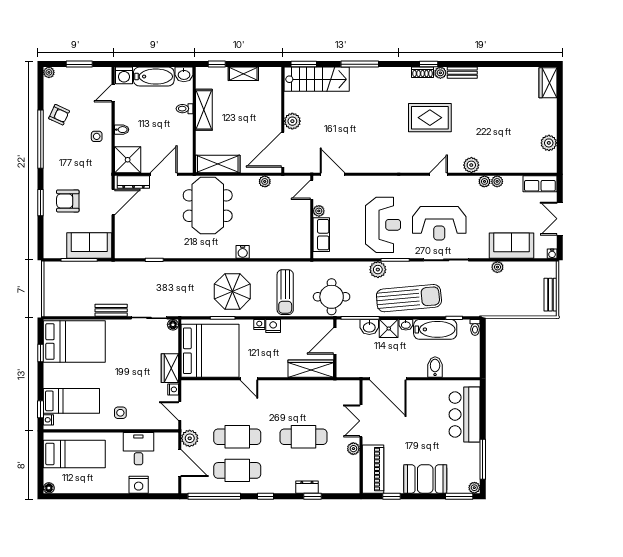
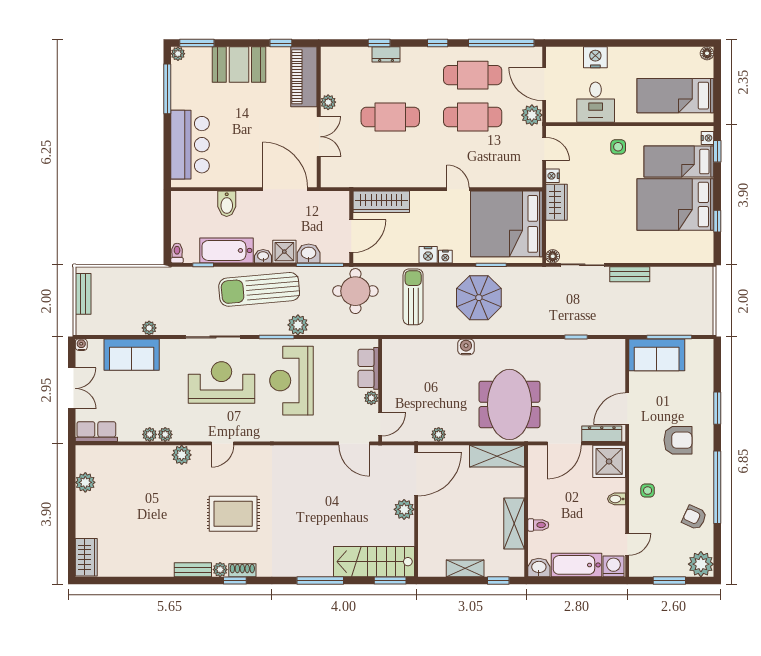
plant: (49, 72) -> (701, 564), width x1.88, depth x1.88
armchair: (68, 201) -> (678, 440), moved
bed: (74, 342) -> (675, 205), moved

